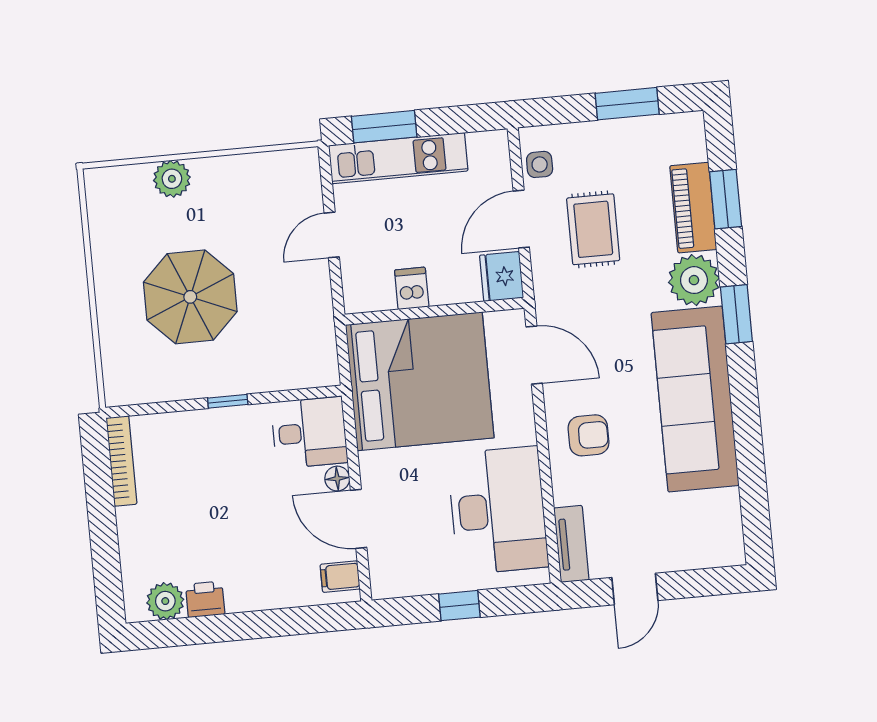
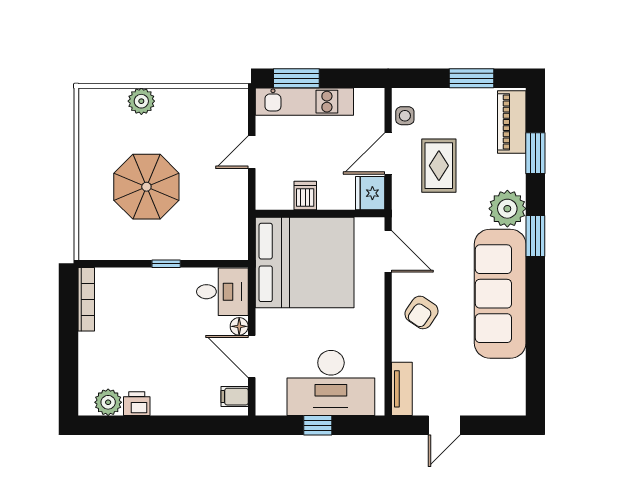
piano: (693, 208) -> (512, 122), moved
armchair: (588, 435) -> (422, 312), turned 124
desk: (498, 510) -> (331, 383), moved, turned 90

